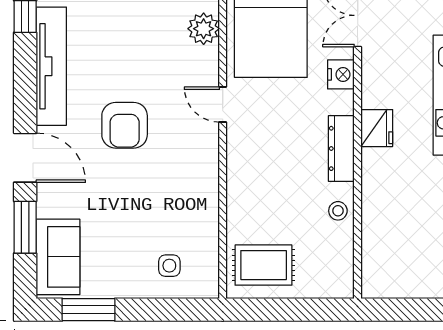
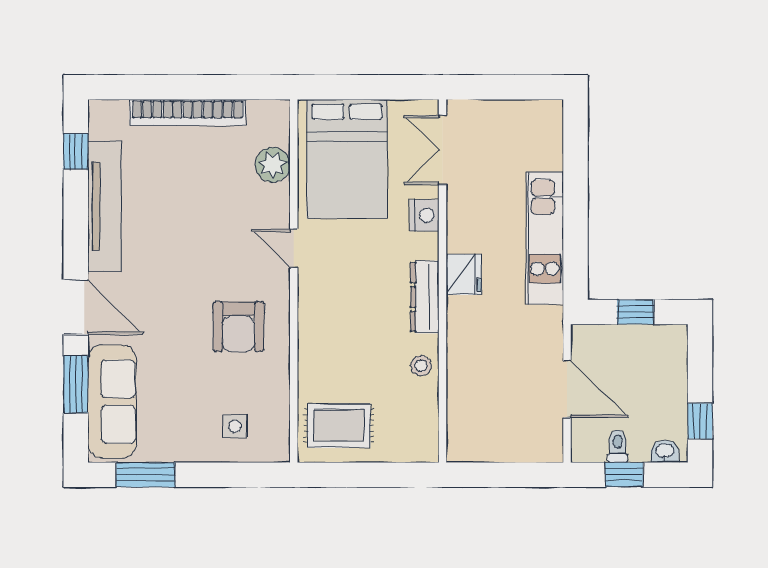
armchair: (125, 125) -> (238, 327), moved
sofa: (58, 257) -> (112, 402), width x1.36

